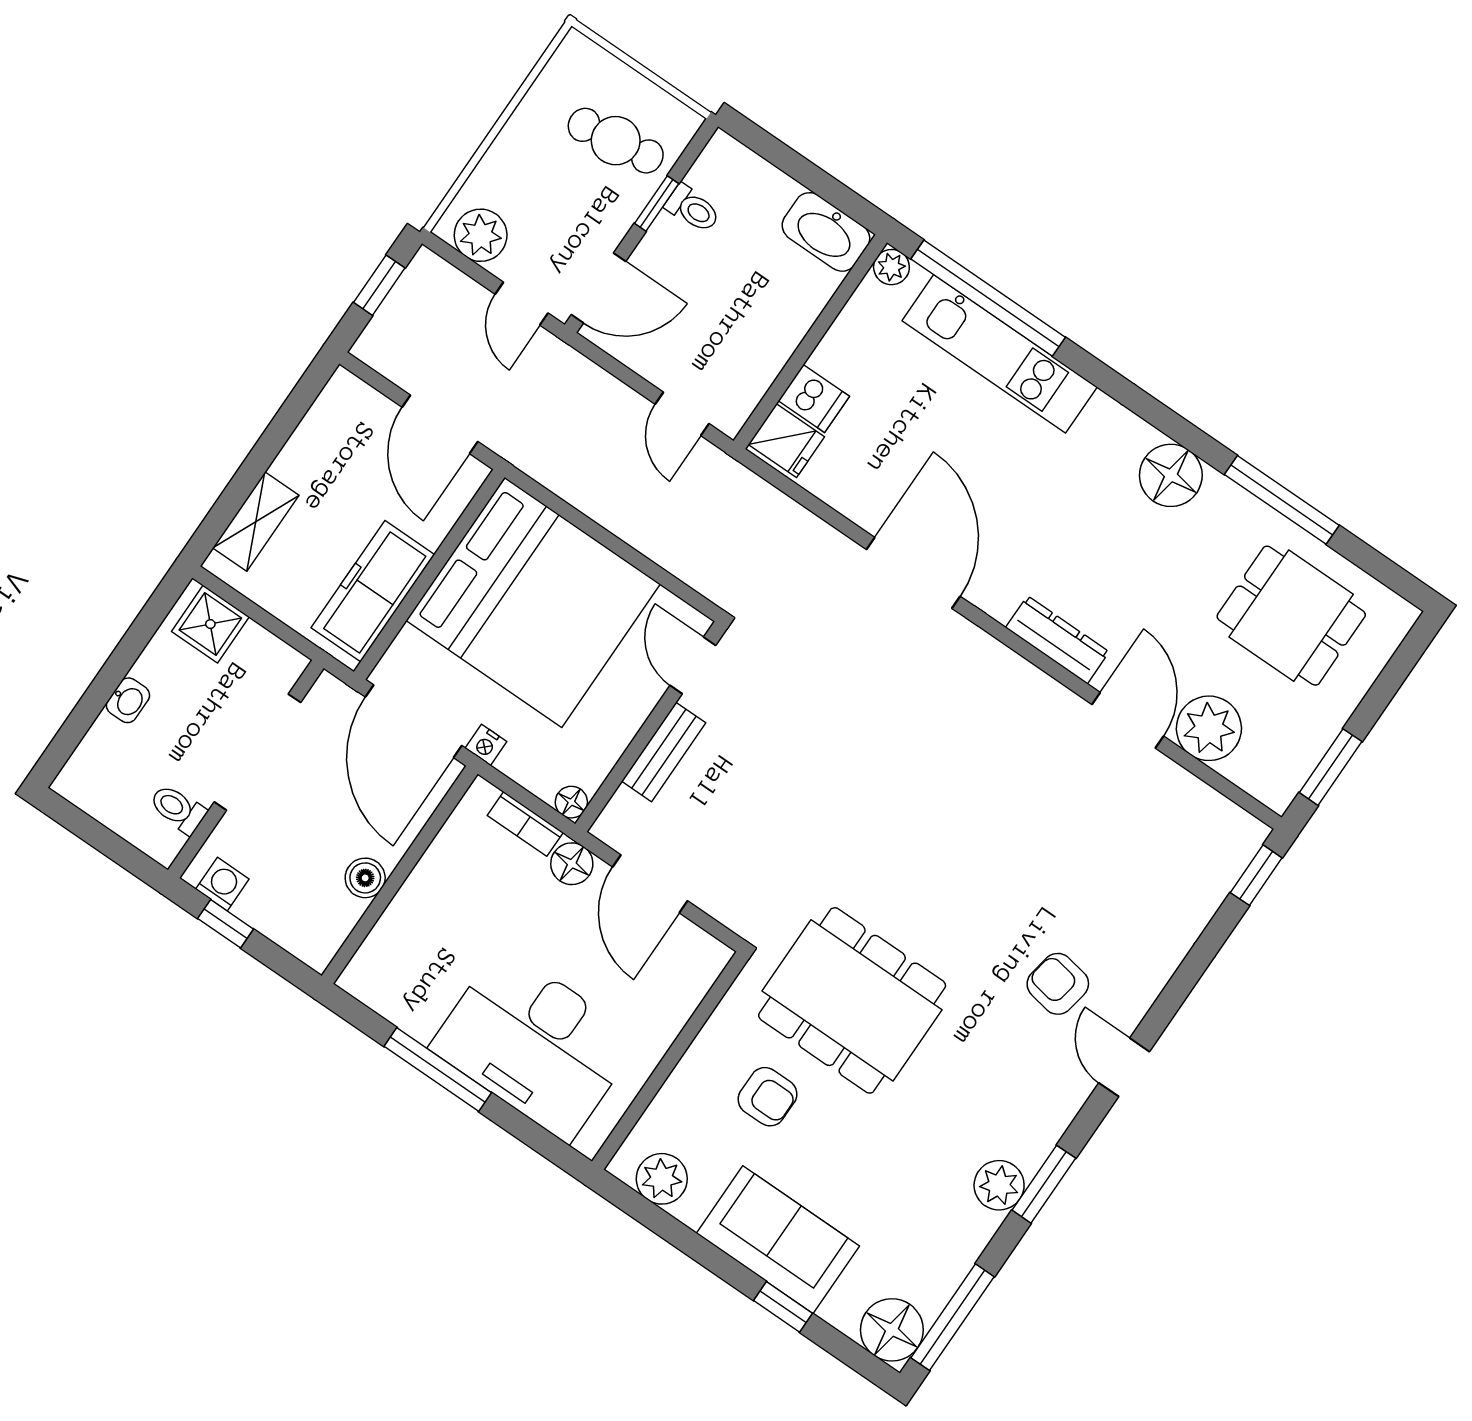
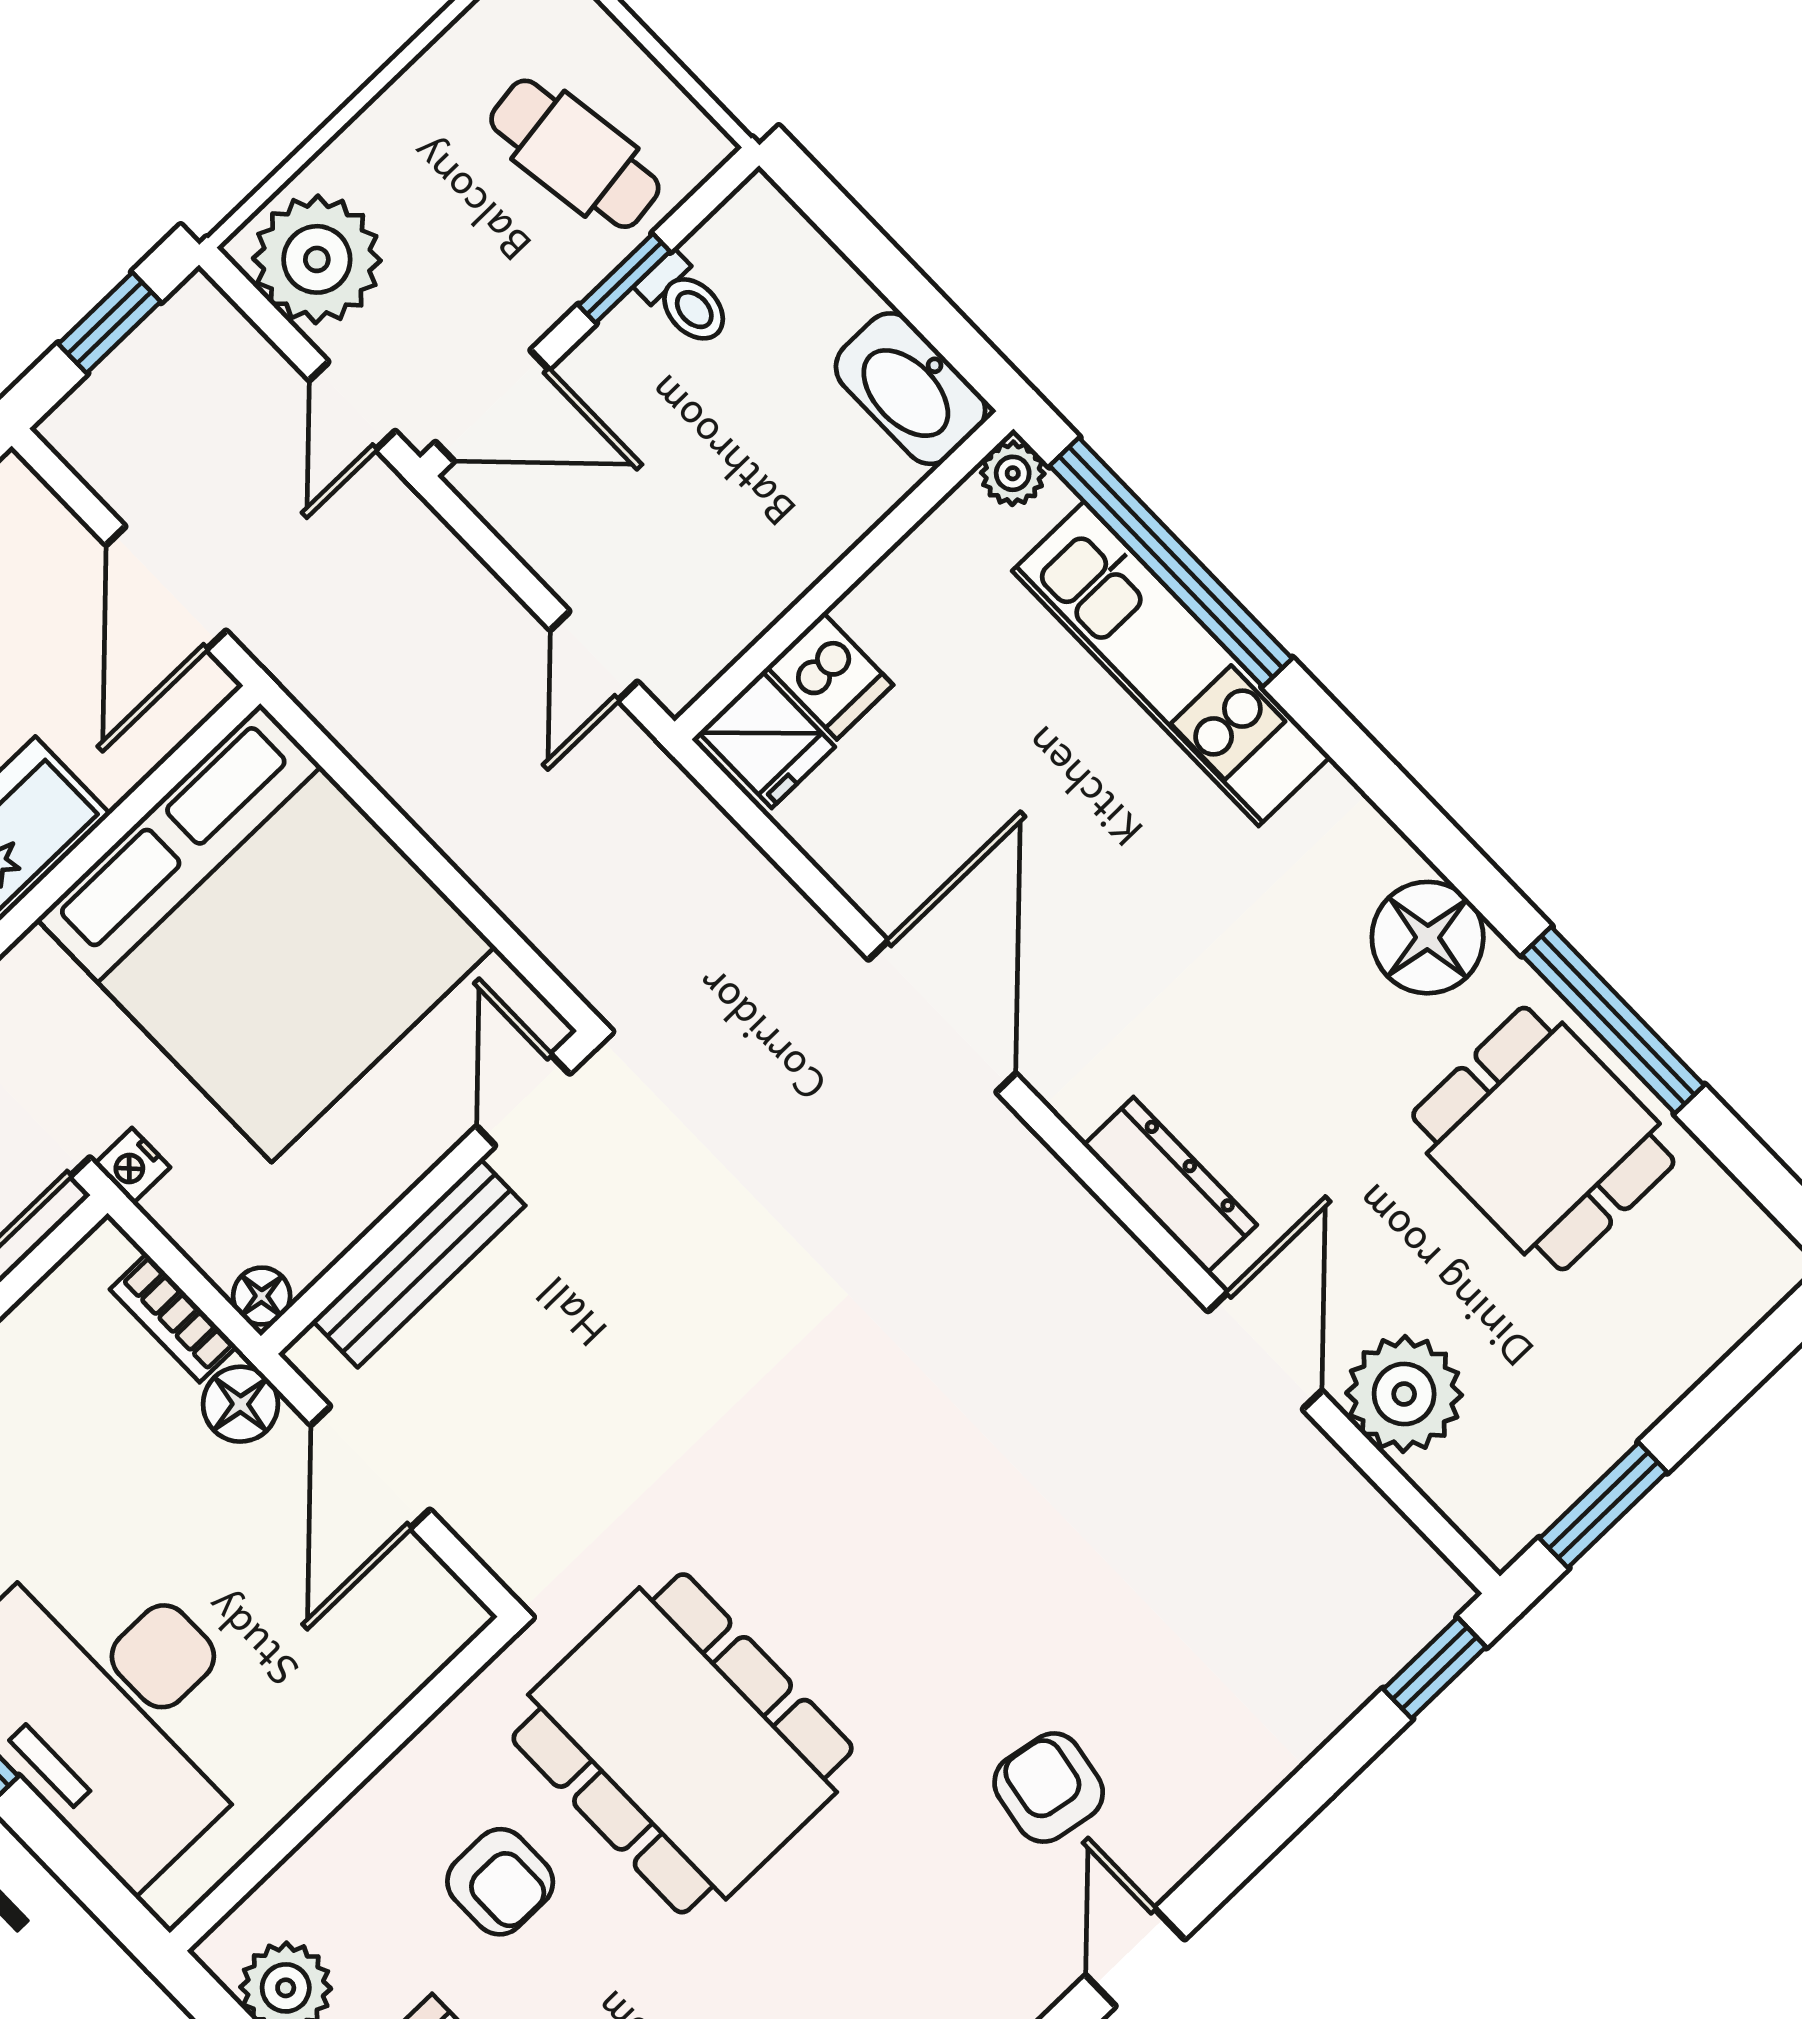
plant: (481, 235) -> (317, 259), width x1.36, depth x1.36
dining table: (1291, 616) -> (1543, 1139), moved
bench: (664, 752) -> (419, 1263), width x1.36

